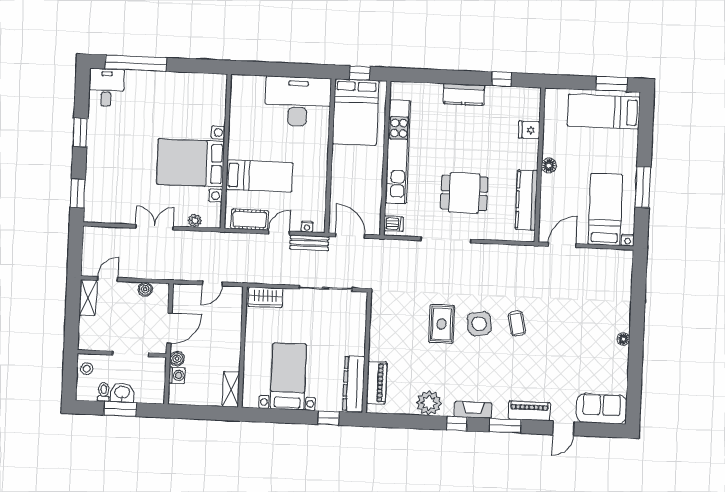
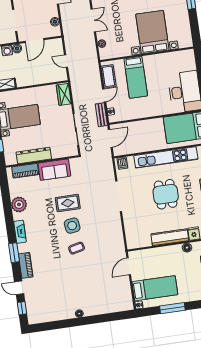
bed with nightstands: (190, 163) -> (152, 32), moved
floor lamp: (549, 166) -> (187, 248), moved
dining table: (464, 193) -> (166, 194), moved
kitchen counter: (526, 200) -> (170, 237), moved
door: (279, 233) -> (104, 95), hinge flipped
door: (562, 245) -> (129, 266), swing flipped
door: (169, 328) -> (34, 41), hinge flipped
dresser: (354, 384) -> (34, 155), moved
sofa: (602, 409) -> (54, 170), moved, turned 90
window: (457, 424) -> (22, 308), moved

